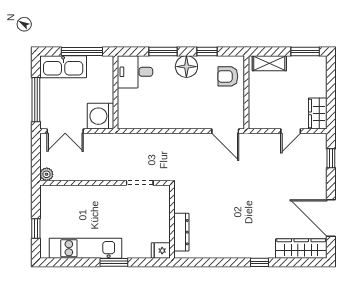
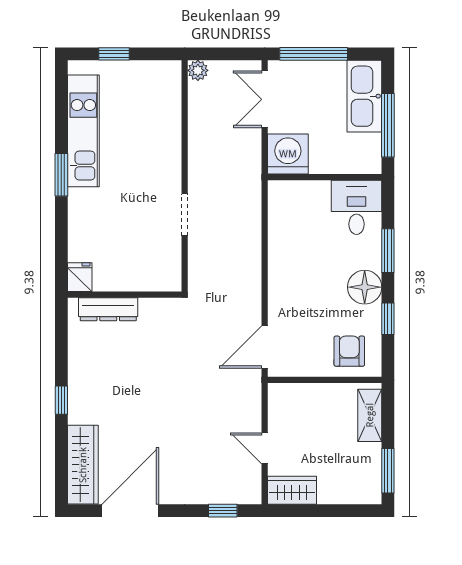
wall: (172, 222) -> (125, 295), moved
dresser: (181, 232) -> (108, 309), moved
fridge: (161, 251) -> (80, 277), moved

